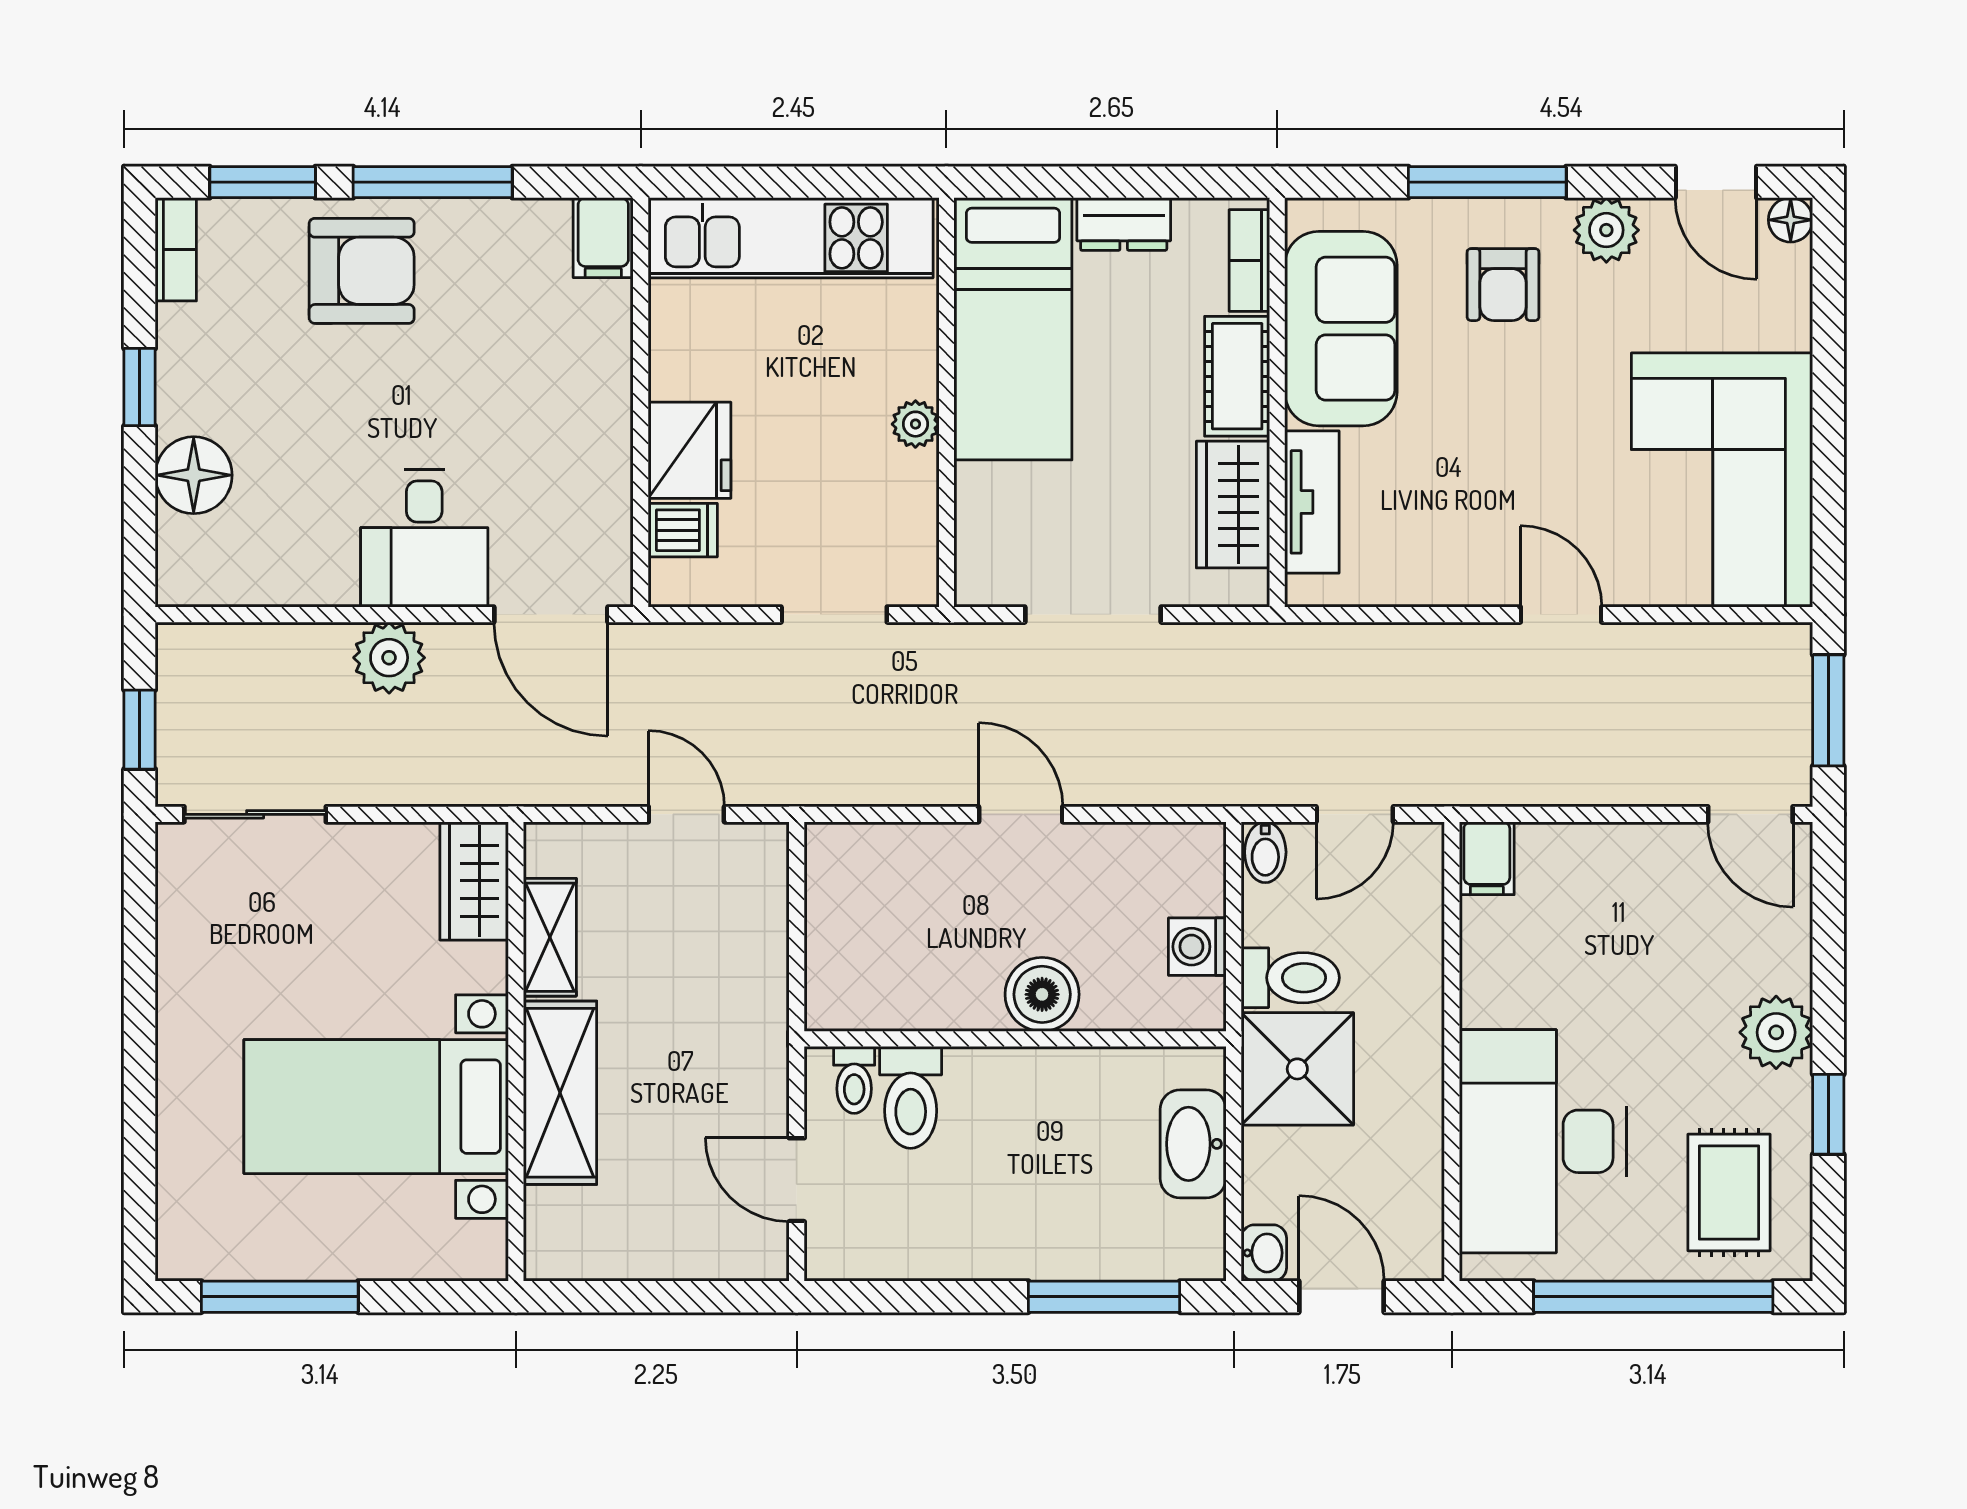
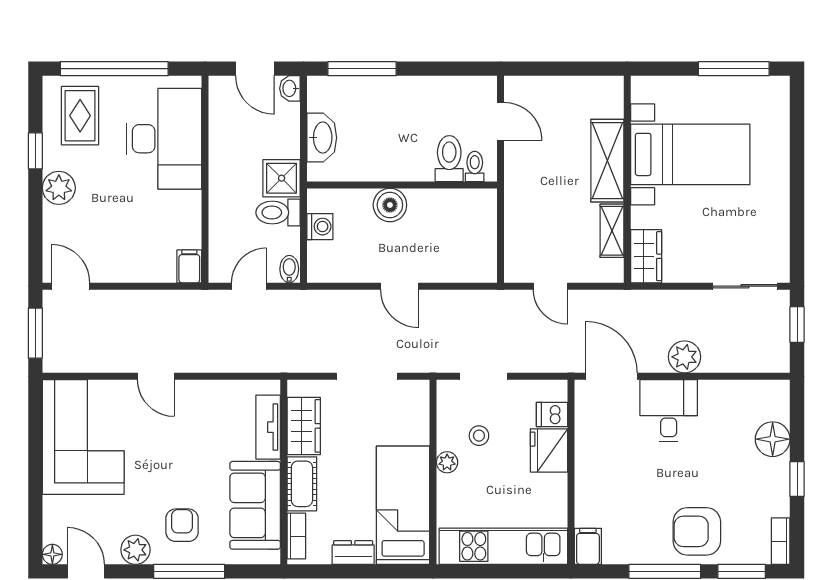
stool: (845, 483) -> (479, 436), added
shower: (1297, 1069) -> (282, 178), width x0.73, depth x0.73

